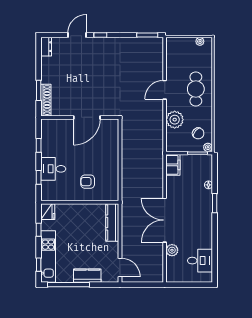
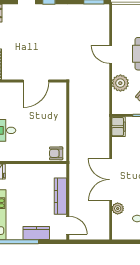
door: (165, 90) -> (111, 54), hinge flipped
armchair: (88, 182) -> (56, 153), moved
kitchen counter: (112, 223) -> (60, 196), moved

